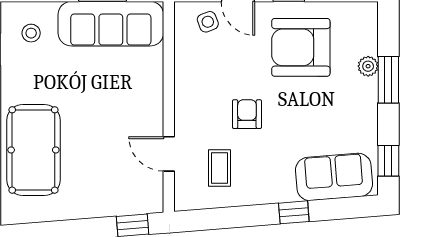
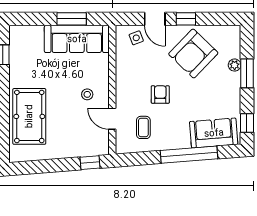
stool: (31, 33) -> (87, 94), moved
armchair: (301, 47) -> (193, 54), turned -46
window: (294, 212) -> (189, 155), width x3.17

